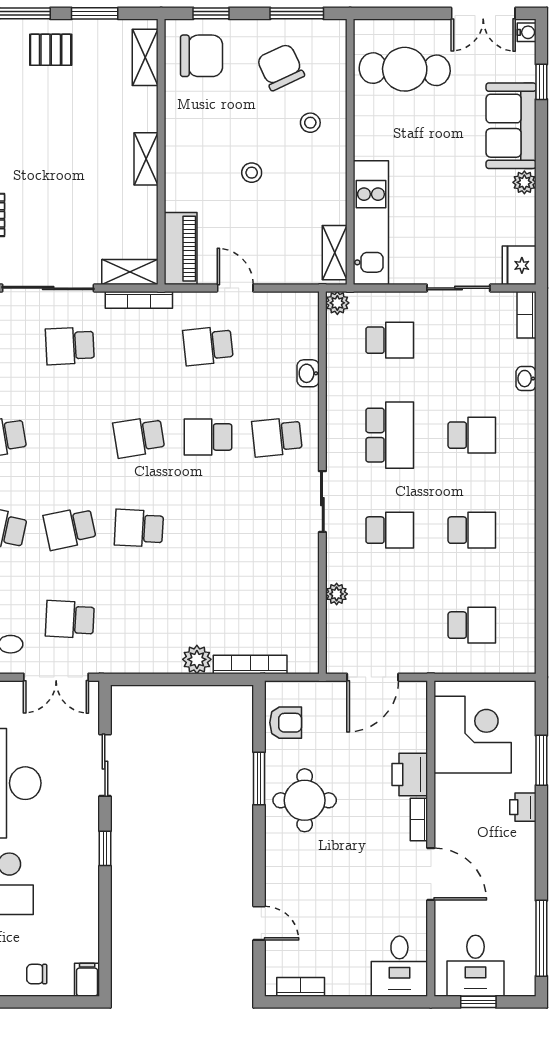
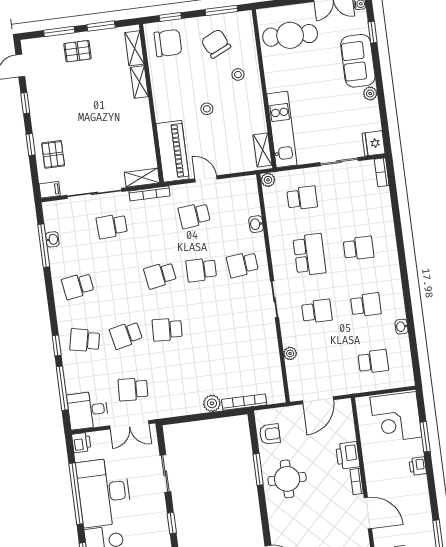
shelving: (146, 159) -> (139, 82), moved
piano: (181, 249) -> (173, 151), width x1.37, depth x1.33
washbasin: (526, 379) -> (401, 327), moved
corner desk: (473, 735) -> (396, 417), moved, turned 180

